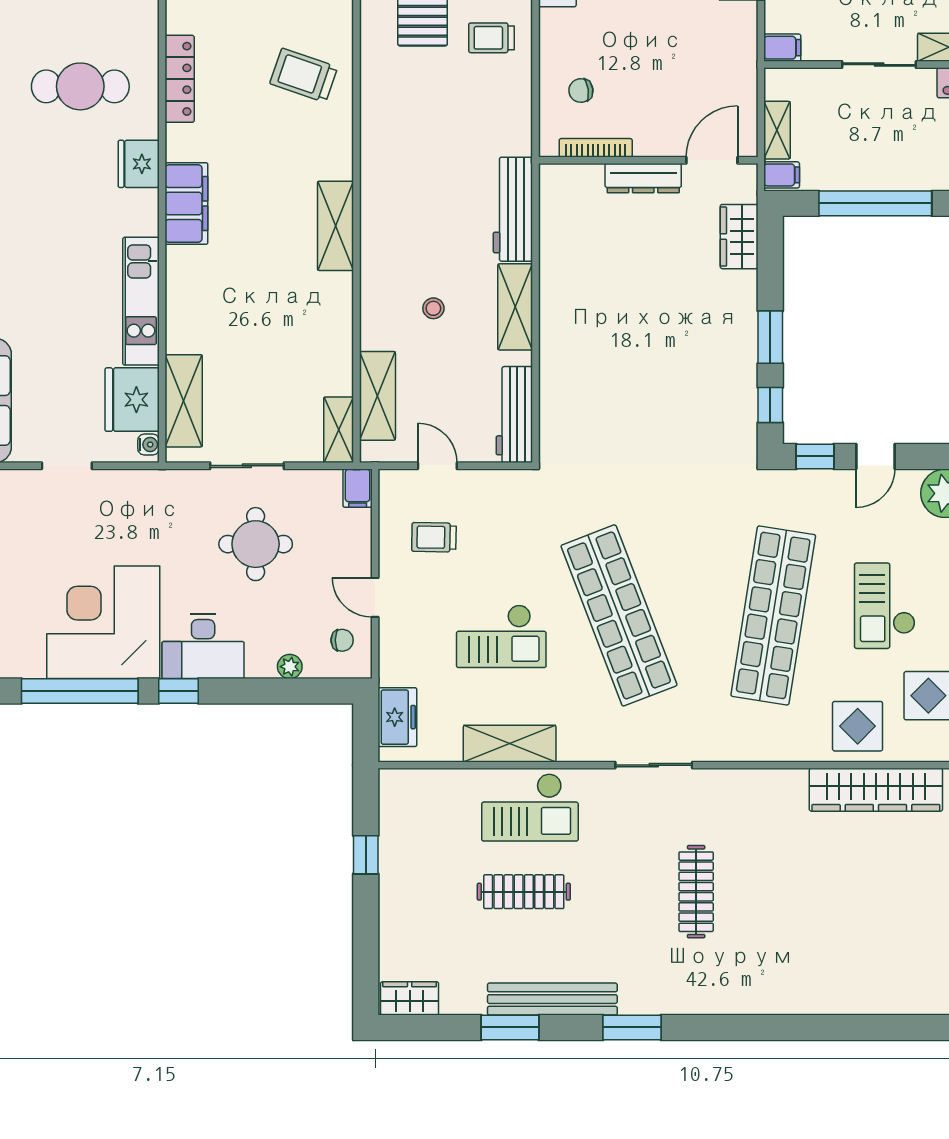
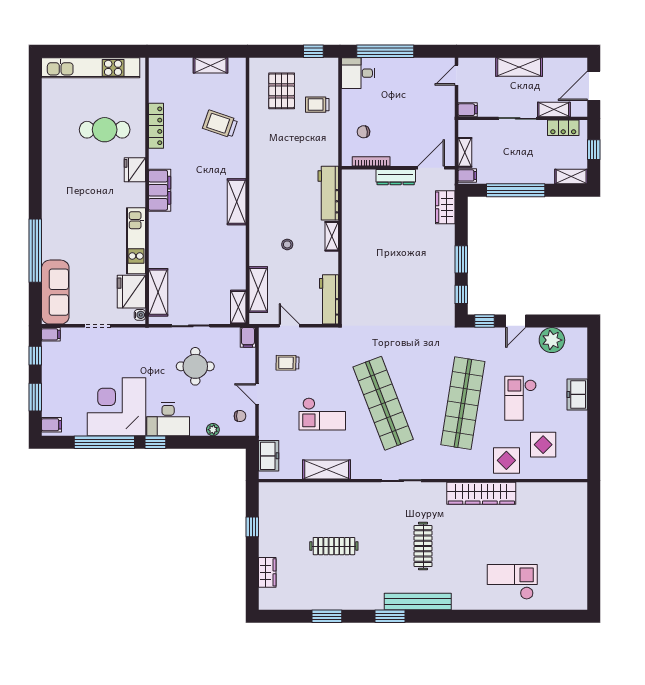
shelving: (515, 307) -> (332, 236), width x0.67, depth x0.75
wardrobe: (876, 790) -> (481, 493), moved
checkout: (530, 807) -> (512, 582), moved, turned 180
wardrobe: (410, 998) -> (267, 572), moved, turned 90
bench: (552, 999) -> (418, 602), moved

